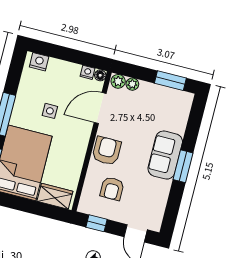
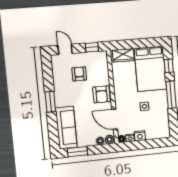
nightstand: (39, 62) -> (140, 136), moved
door: (100, 108) -> (115, 119), swing flipped
sofa: (165, 155) -> (66, 128), moved, width x1.36
armchair: (112, 189) -> (79, 74), moved

